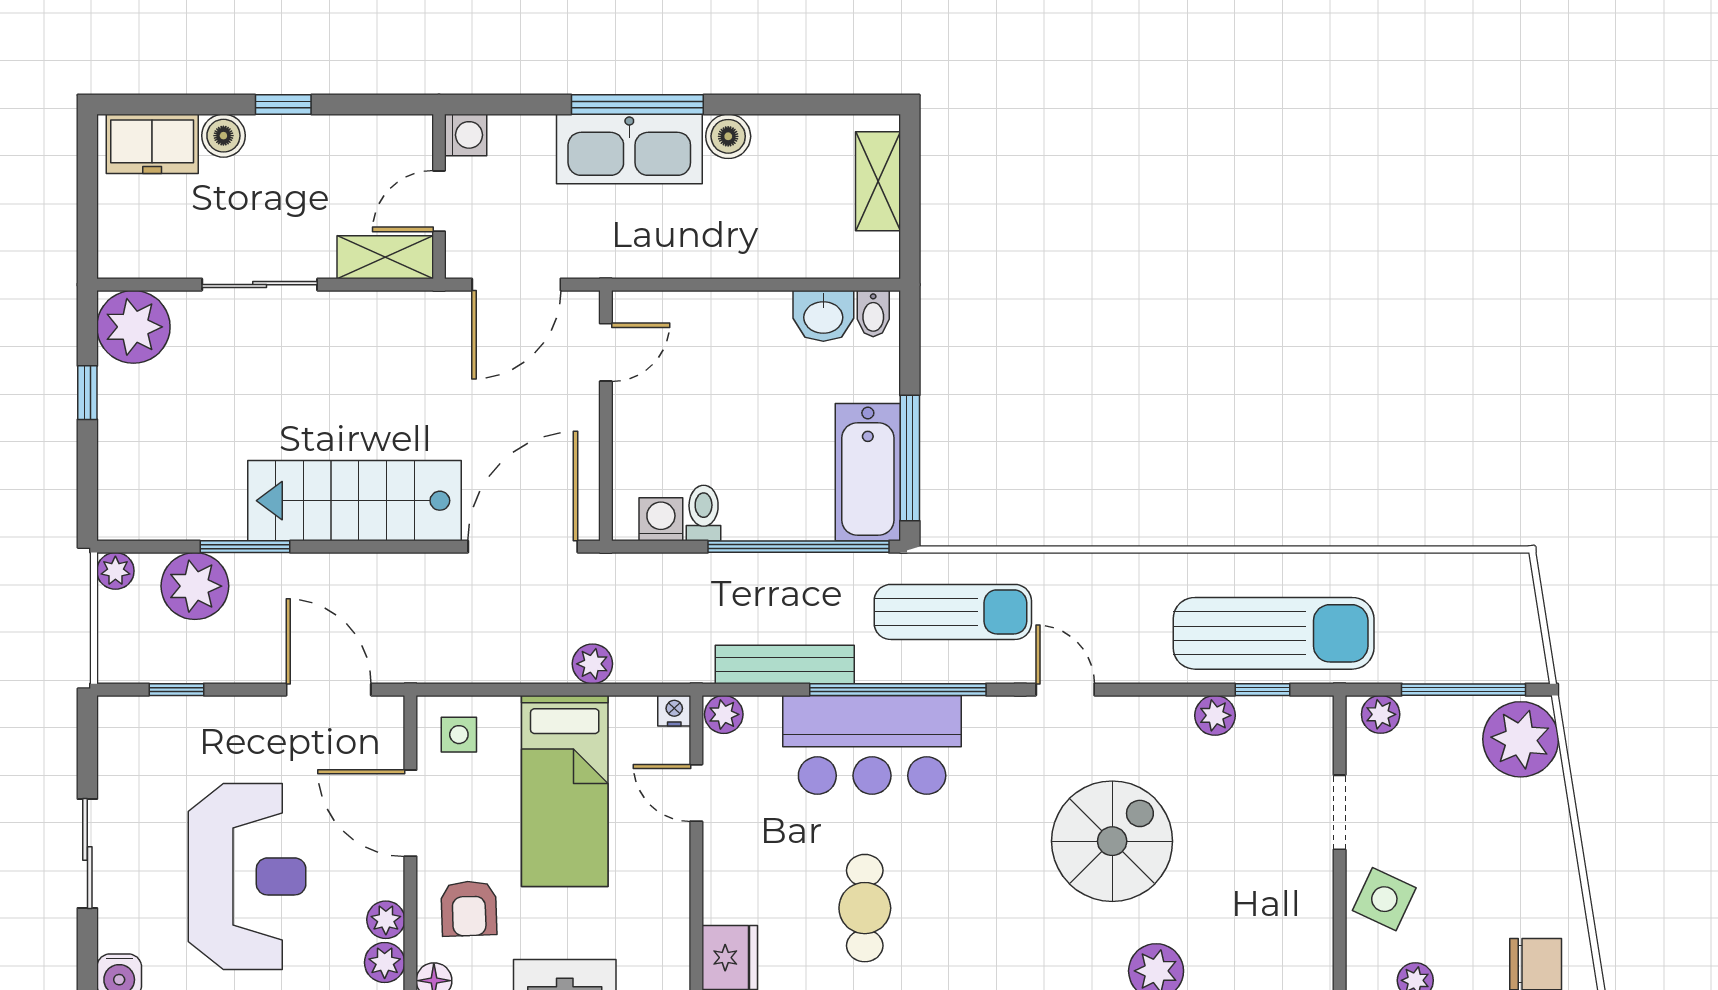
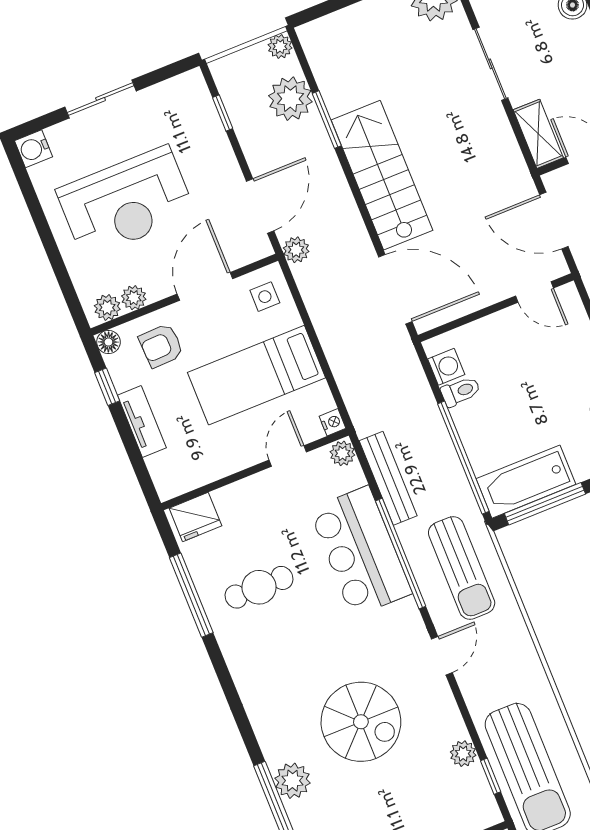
plant: (592, 664) -> (296, 250), moved

